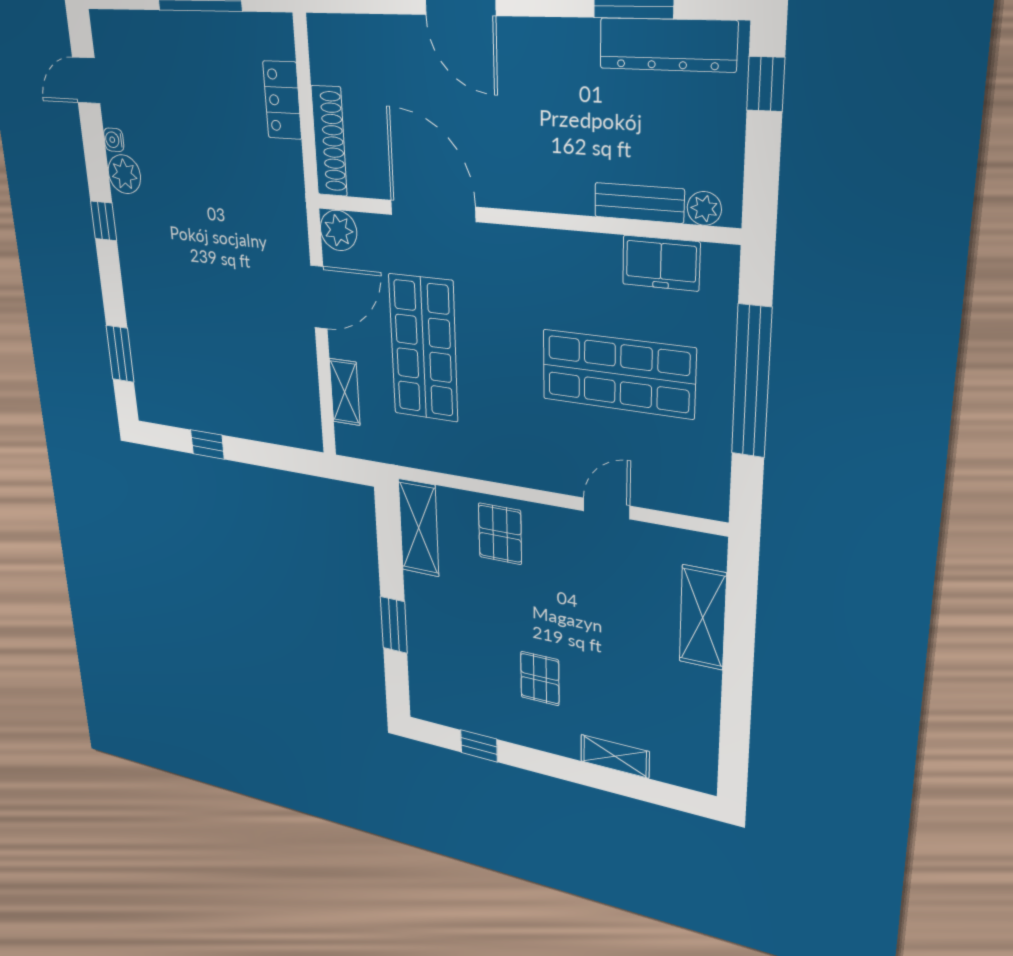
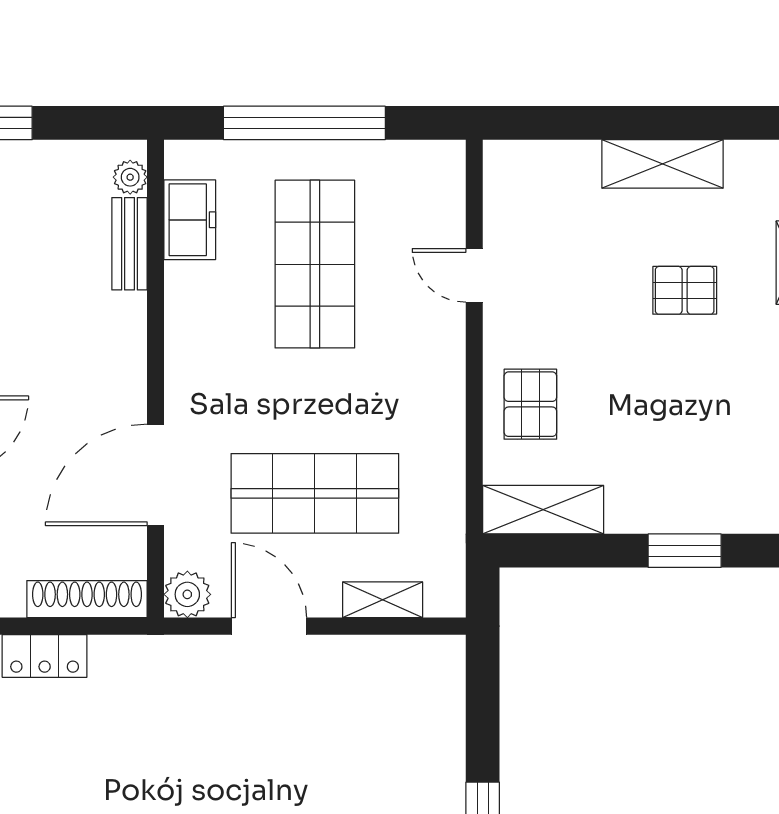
pallet: (500, 534) -> (530, 404), turned 90
shelving: (703, 618) -> (663, 164), moved
pallet: (540, 679) -> (685, 290), moved

